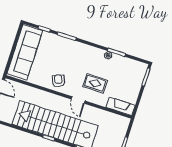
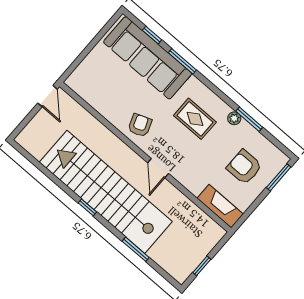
sofa: (25, 52) -> (148, 58), moved, turned 90
armchair: (125, 79) -> (244, 167), added
rug: (95, 83) -> (195, 119), moved

